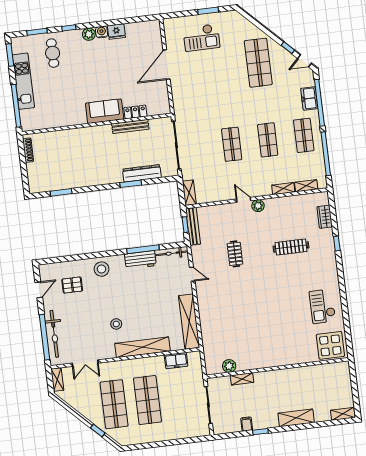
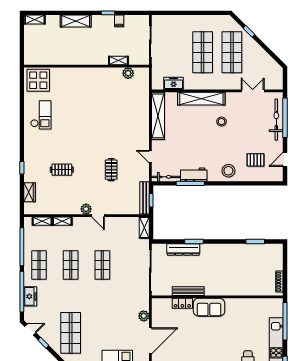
plant: (178, 92) -> (144, 316), added
clothes rail: (291, 247) -> (62, 170), width x0.73
shelving: (57, 380) -> (278, 80), removed

